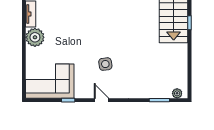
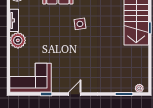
side table: (105, 64) -> (80, 24), moved
door: (102, 100) -> (75, 94), hinge flipped

